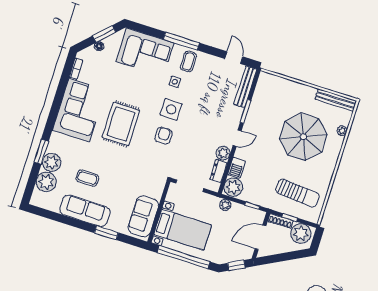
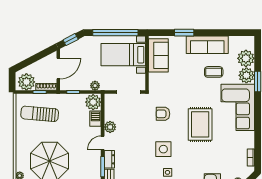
corner sofa: (79, 110) -> (238, 107), moved
armchair: (164, 136) -> (163, 114), moved, turned 90
dresser: (218, 171) -> (109, 159), moved

